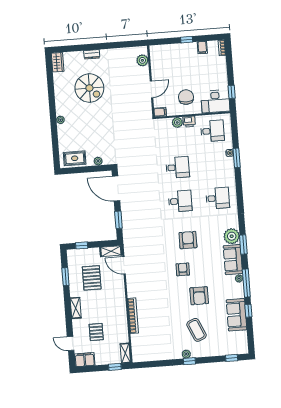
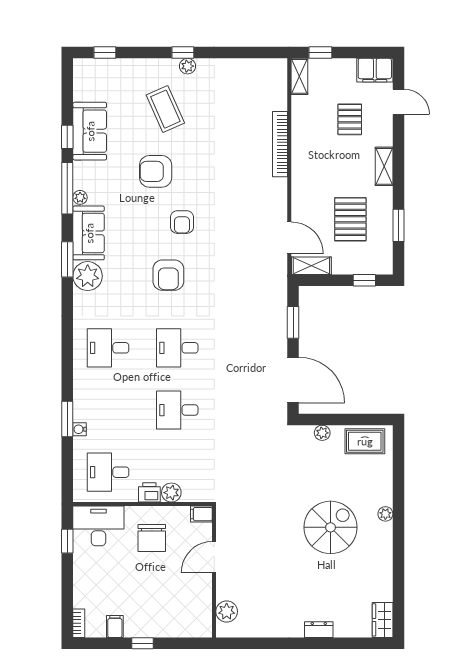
spiral stairs: (89, 88) -> (331, 527), moved, turned 90
armchair: (199, 296) -> (156, 171), turned -90

